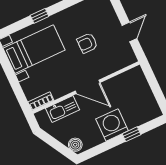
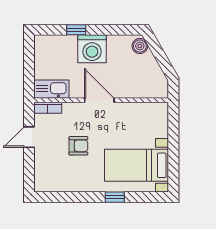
bookcase: (41, 101) -> (48, 108), moved
kitchen sink: (63, 109) -> (51, 89), moved

